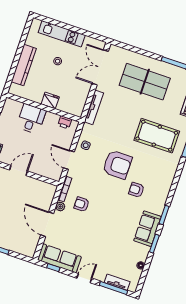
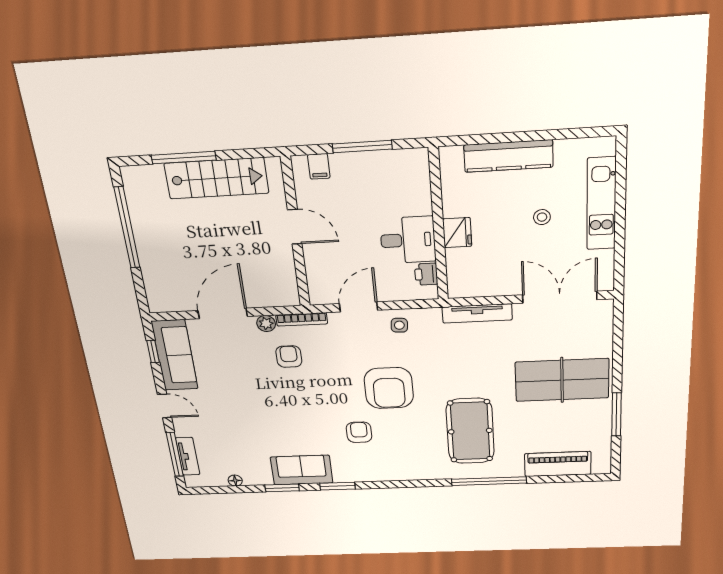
table tennis table: (145, 82) -> (562, 380), turned 90
desk: (31, 119) -> (408, 240), moved

